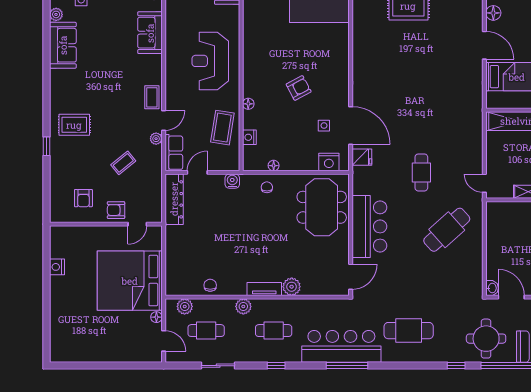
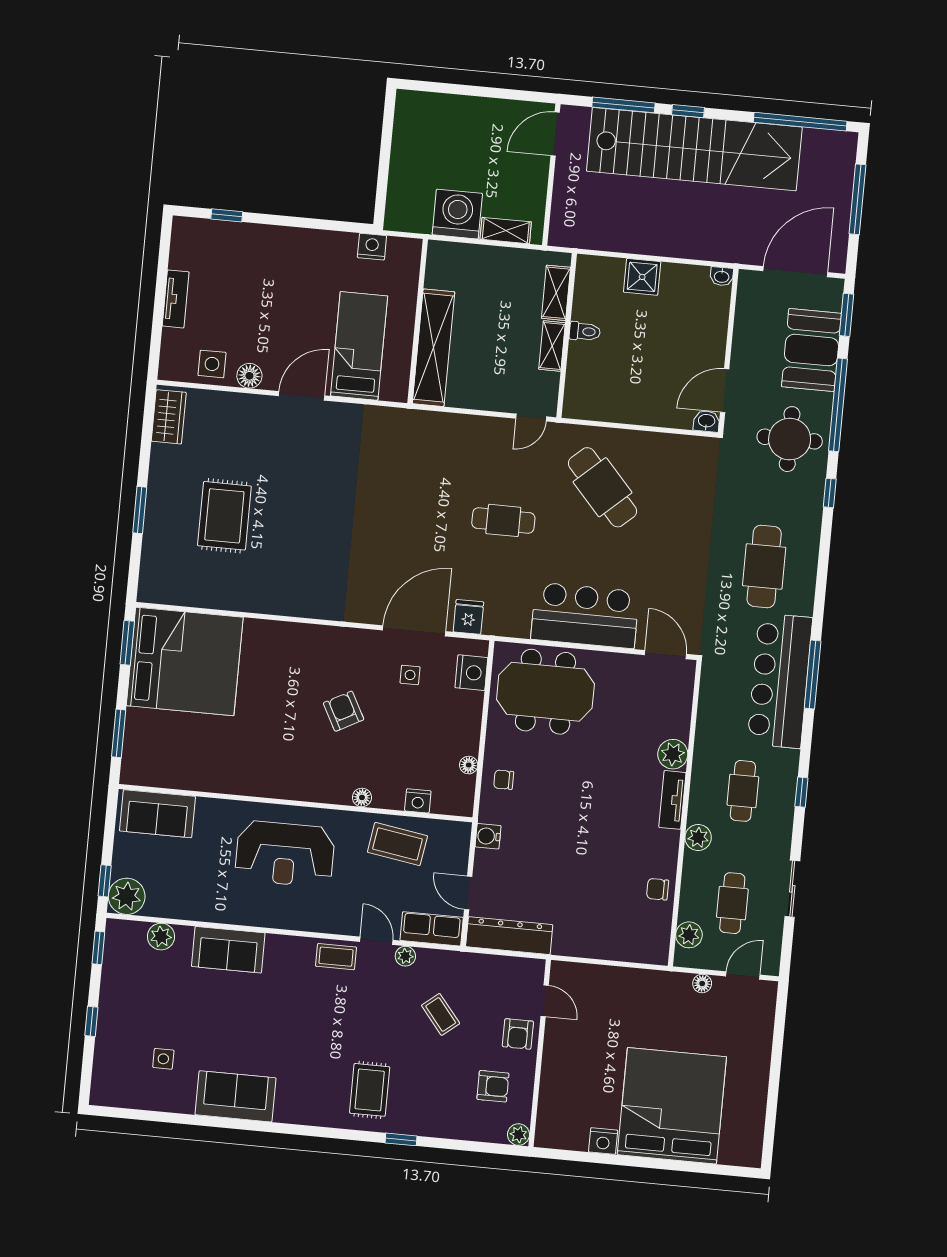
plant: (56, 14) -> (519, 1135), moved
bed: (130, 281) -> (672, 1106), moved, turned 180

